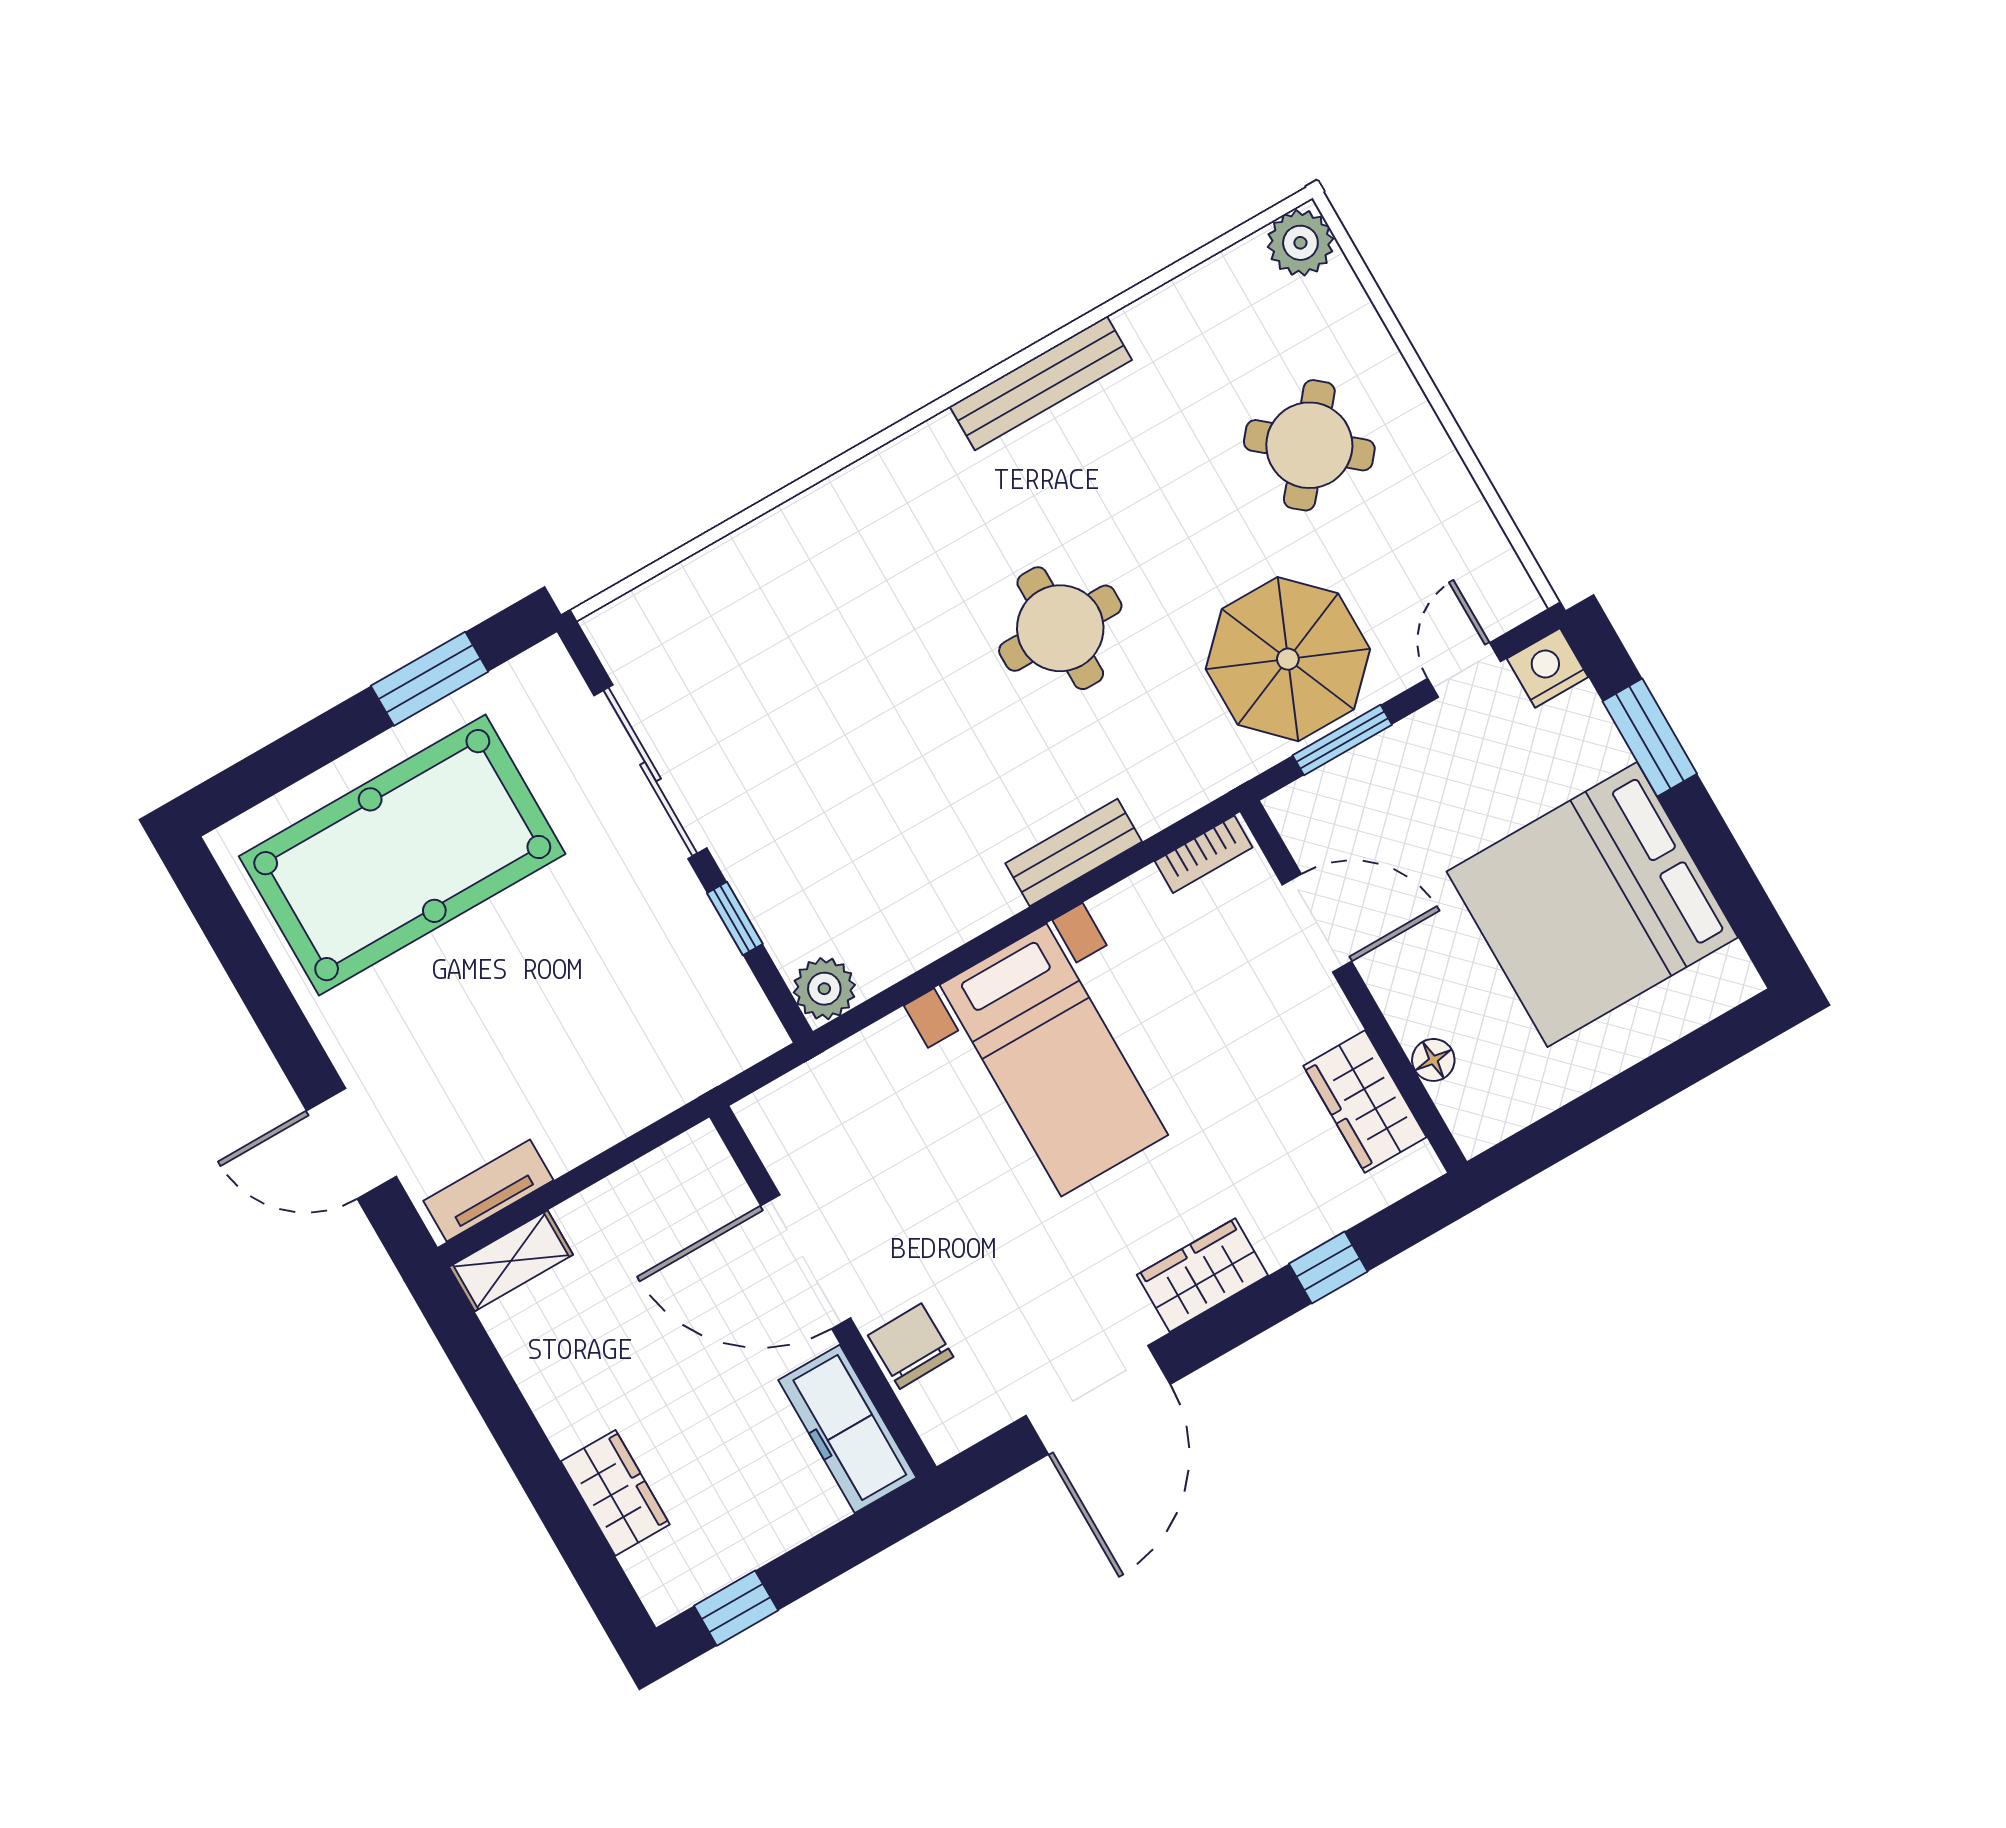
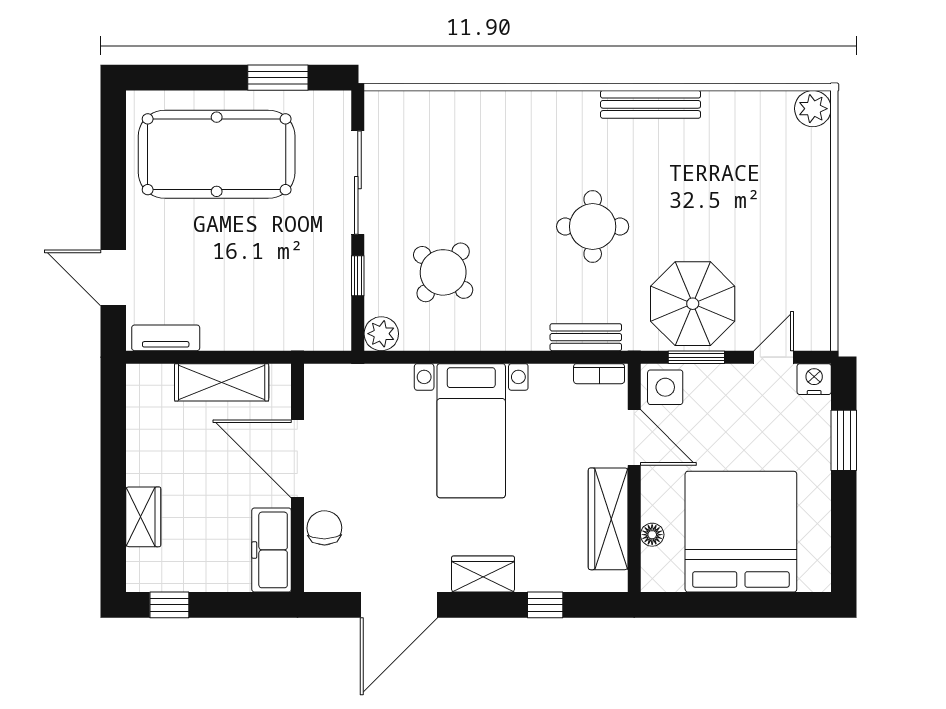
round table: (1309, 445) -> (443, 272), moved
side table: (1320, 816) -> (665, 387), added
bench: (1074, 853) -> (586, 337), moved
bed: (1592, 905) -> (741, 532), moved, turned 90
wardrobe: (1365, 1102) -> (608, 519), width x1.50
shelving: (511, 1261) -> (222, 382), moved, width x1.50, depth x1.33

